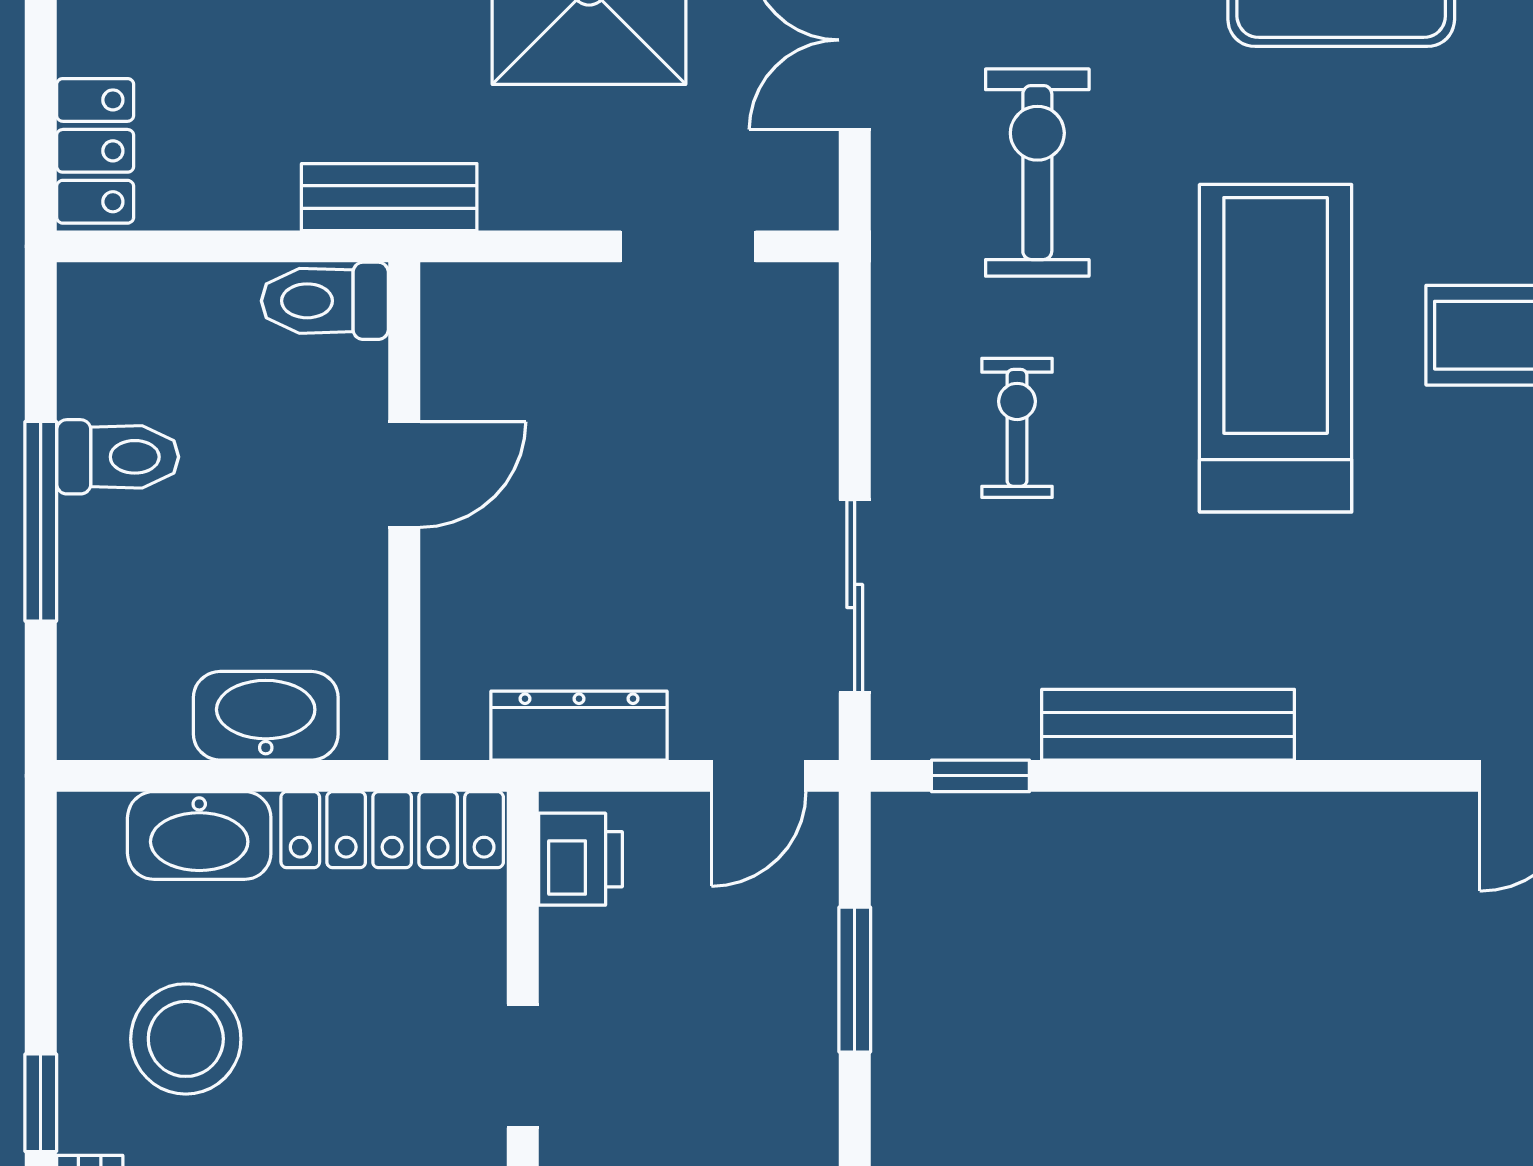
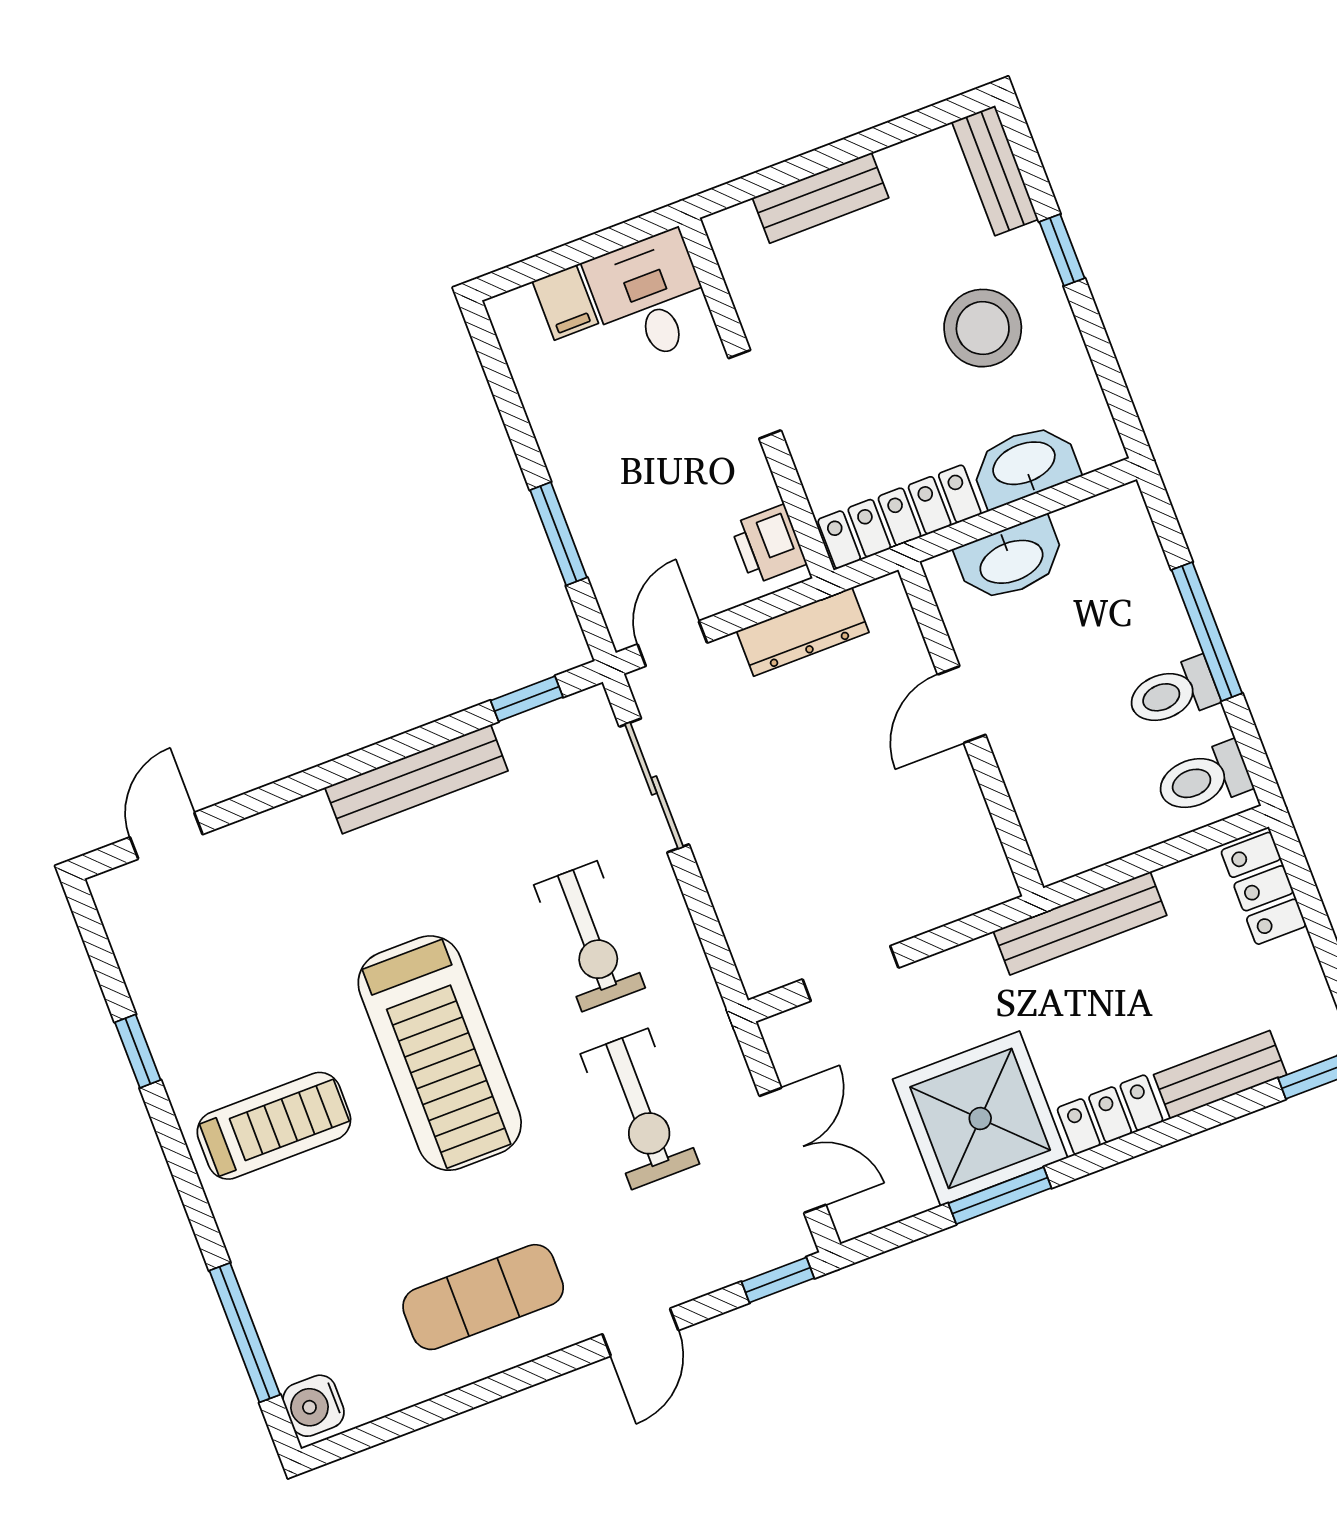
bench: (389, 197) -> (1080, 923), width x1.36
toilet: (325, 301) -> (1203, 779), moved, turned 180
exercise bike: (1017, 428) -> (590, 936), width x1.38, depth x1.39
door: (404, 475) -> (962, 705), moved

